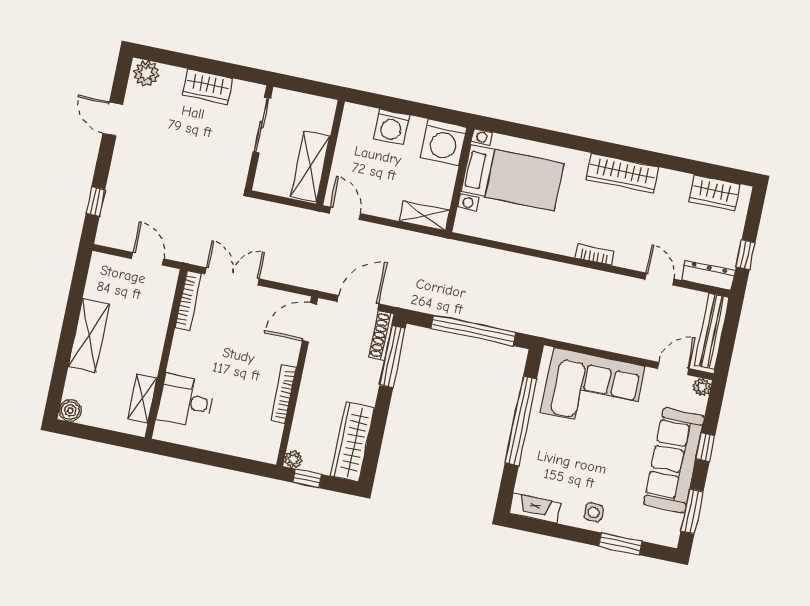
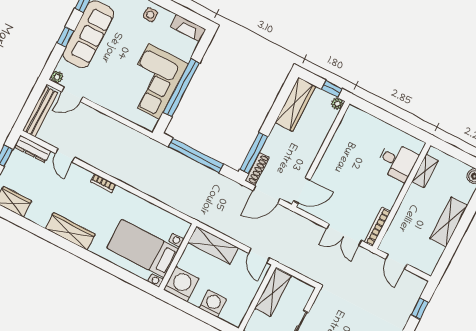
shelving: (425, 216) -> (213, 245), width x1.50, depth x1.33
corner sofa: (592, 389) -> (154, 81), moved, turned -90
bookcase: (283, 394) -> (332, 148), removed

